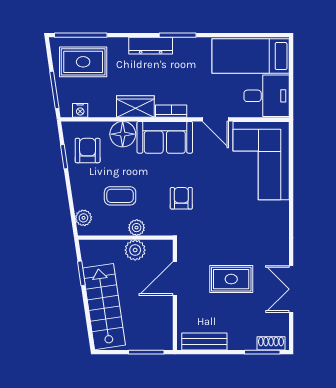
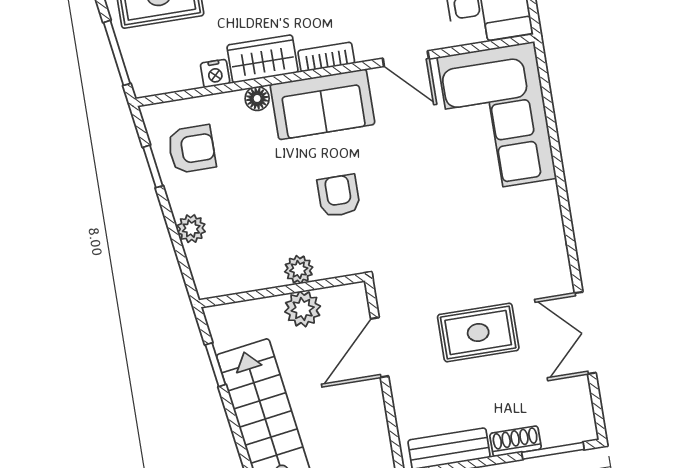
nightstand: (80, 110) -> (215, 73), moved
floor lamp: (123, 134) -> (257, 98), width x0.53, depth x0.53
armchair: (88, 151) -> (192, 149), turned 90
coffee table: (120, 196) -> (261, 219), removed
armchair: (181, 198) -> (339, 196), moved
plant: (83, 218) -> (191, 229), moved
shoe rack: (271, 343) -> (515, 441), moved

